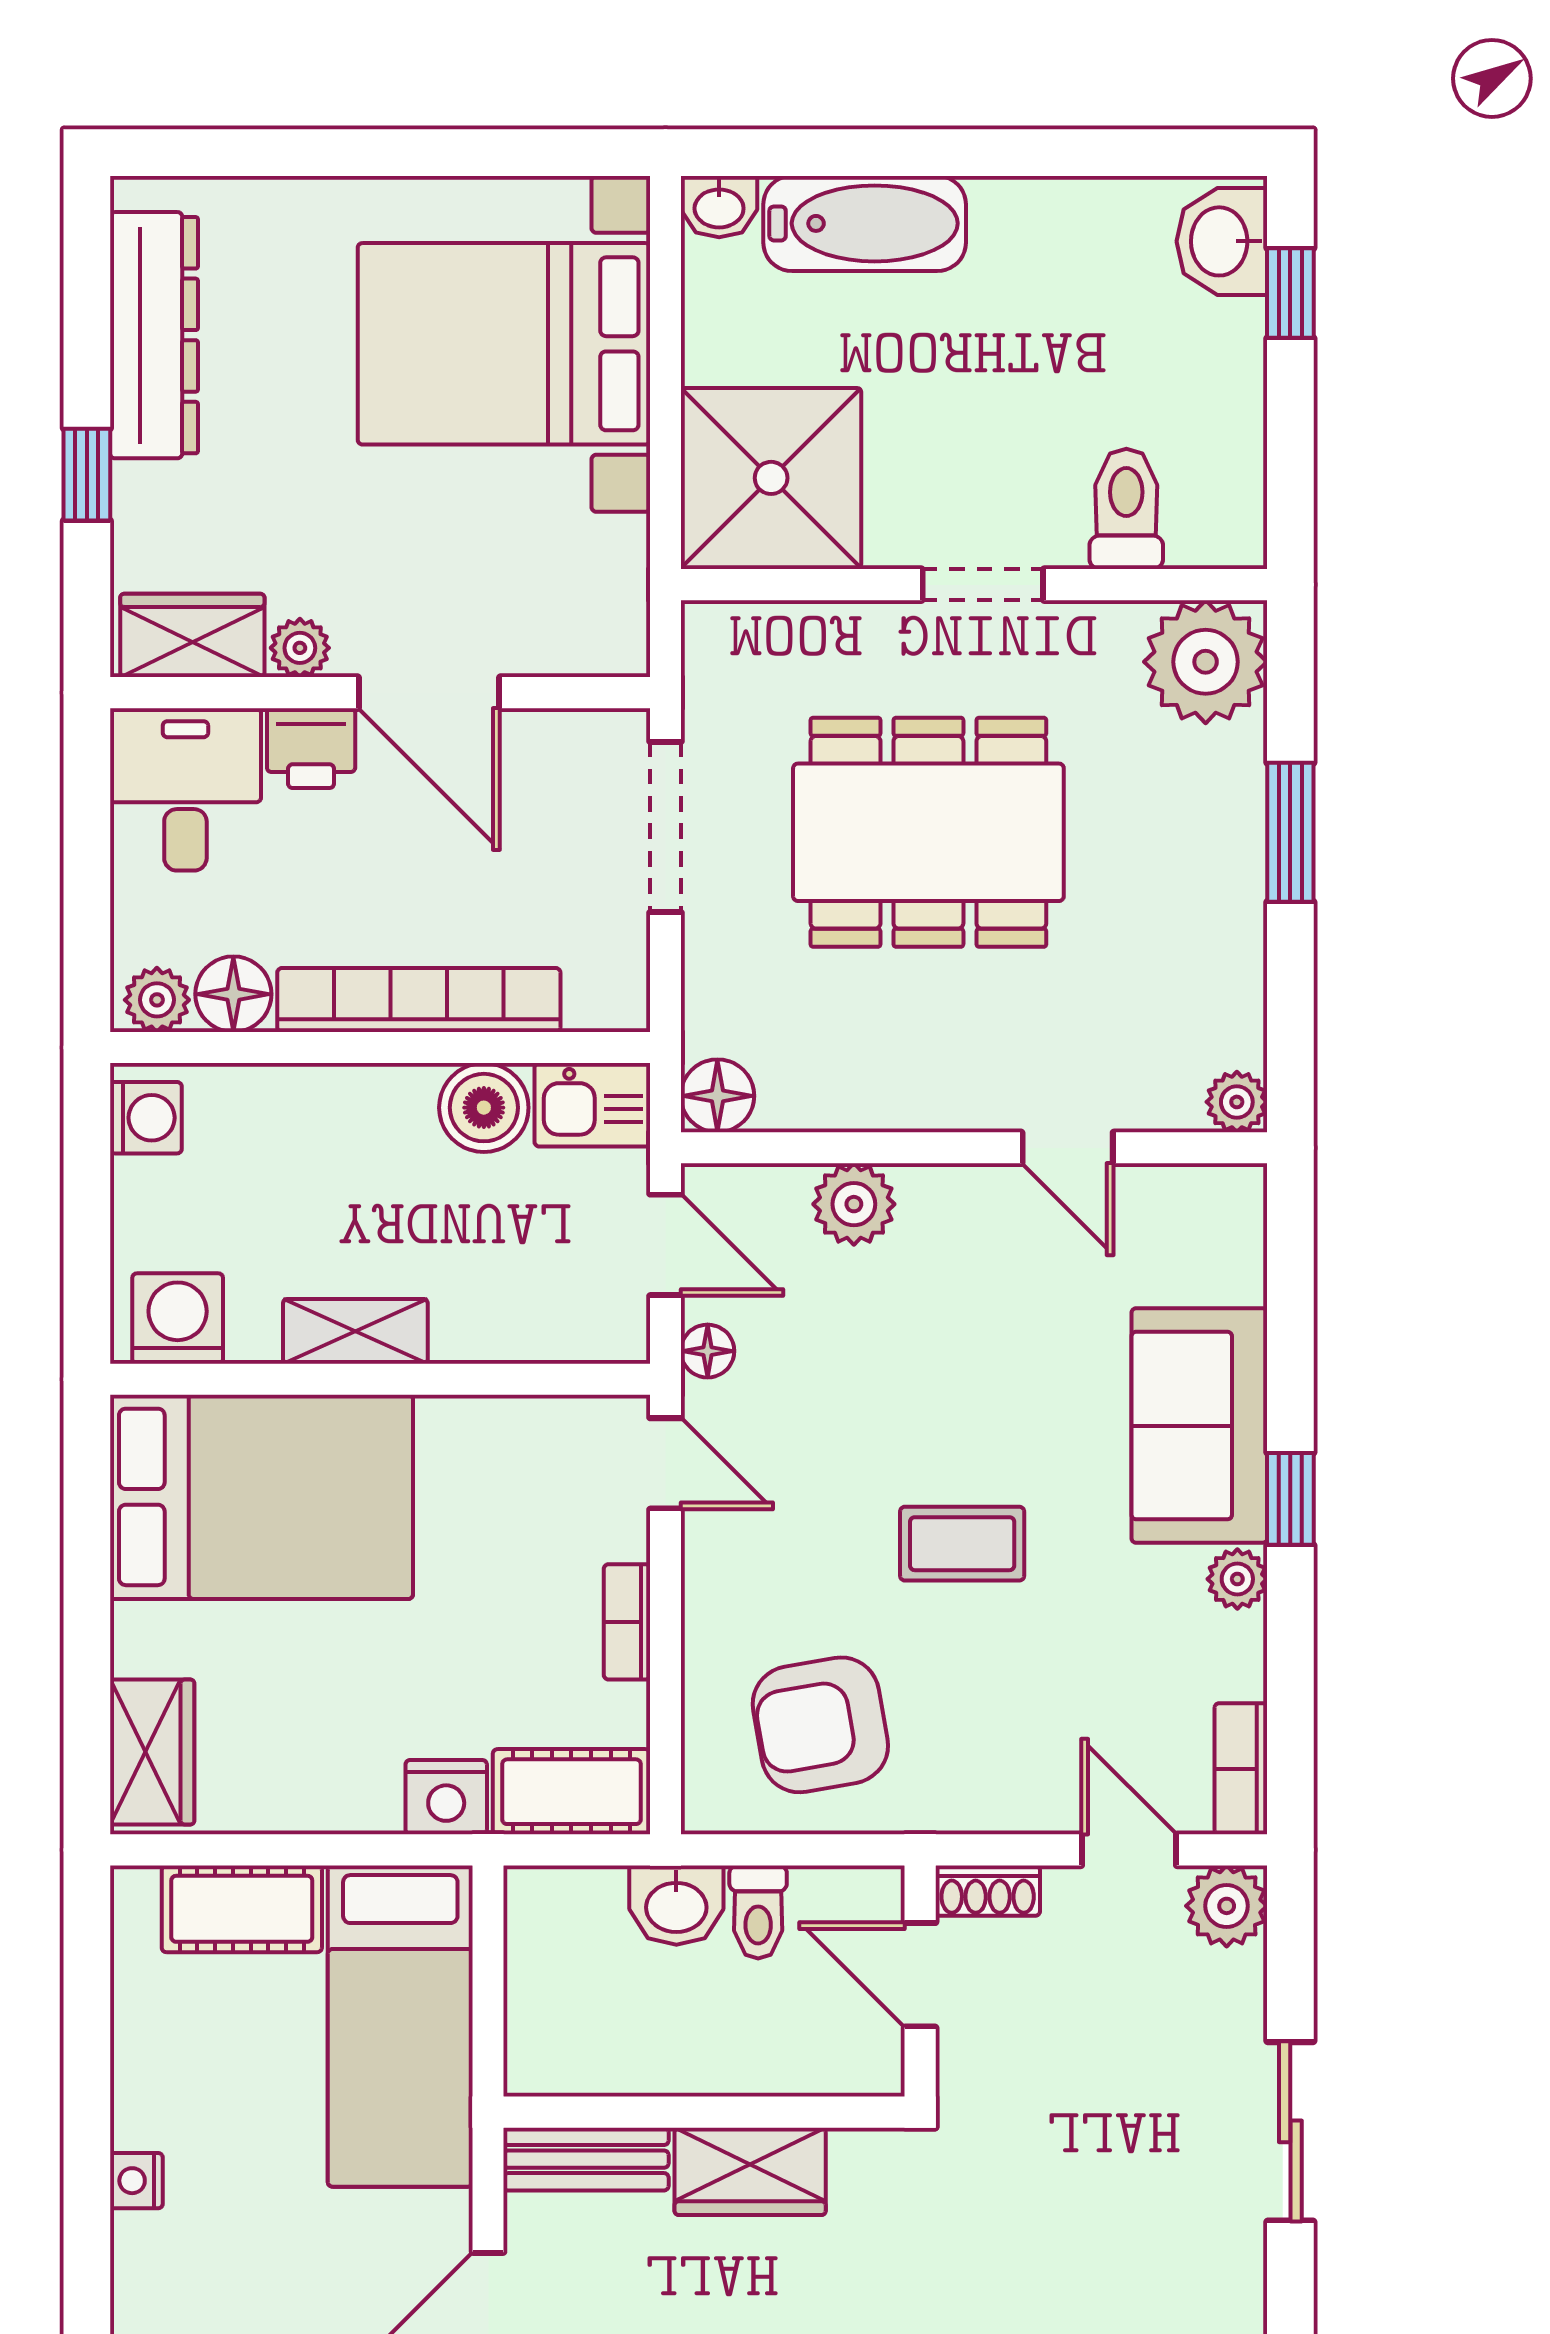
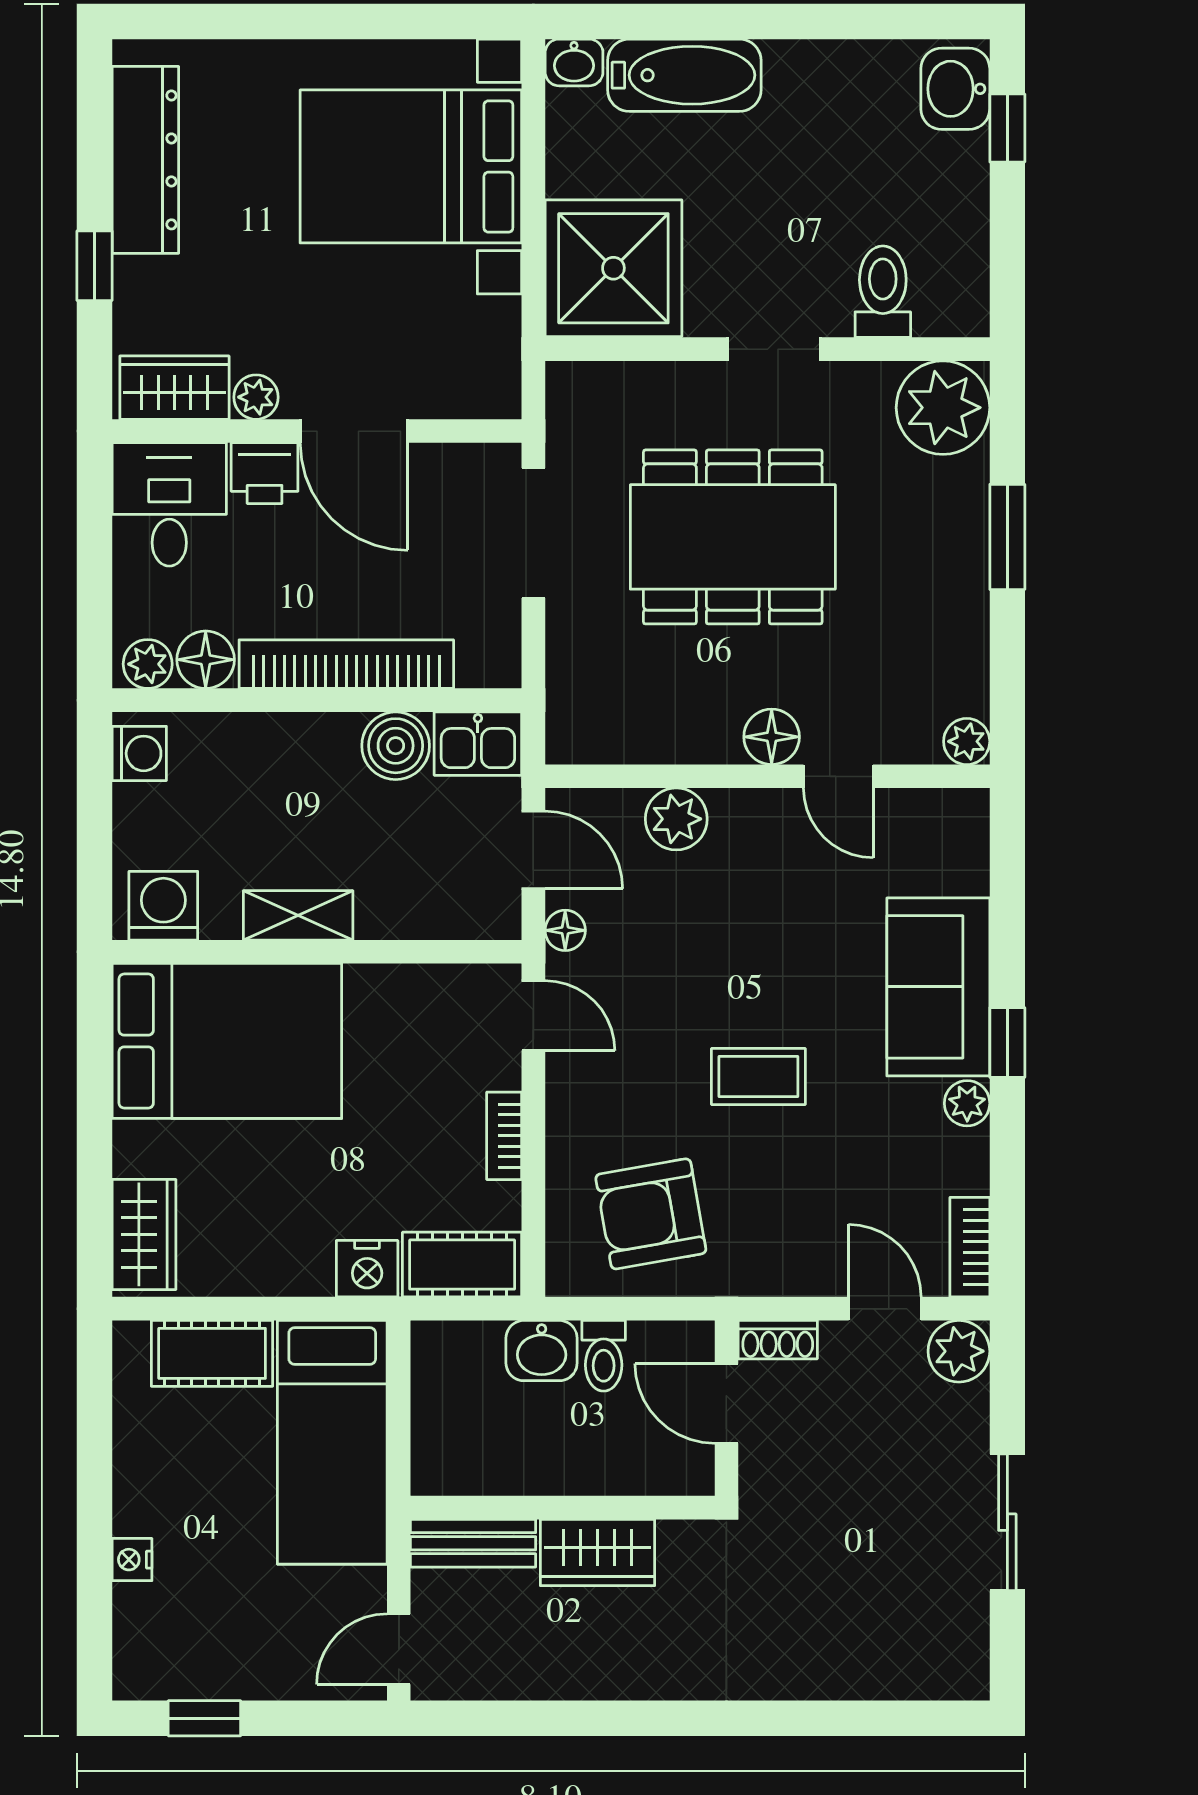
floor lamp: (717, 1096) -> (772, 737), moved

